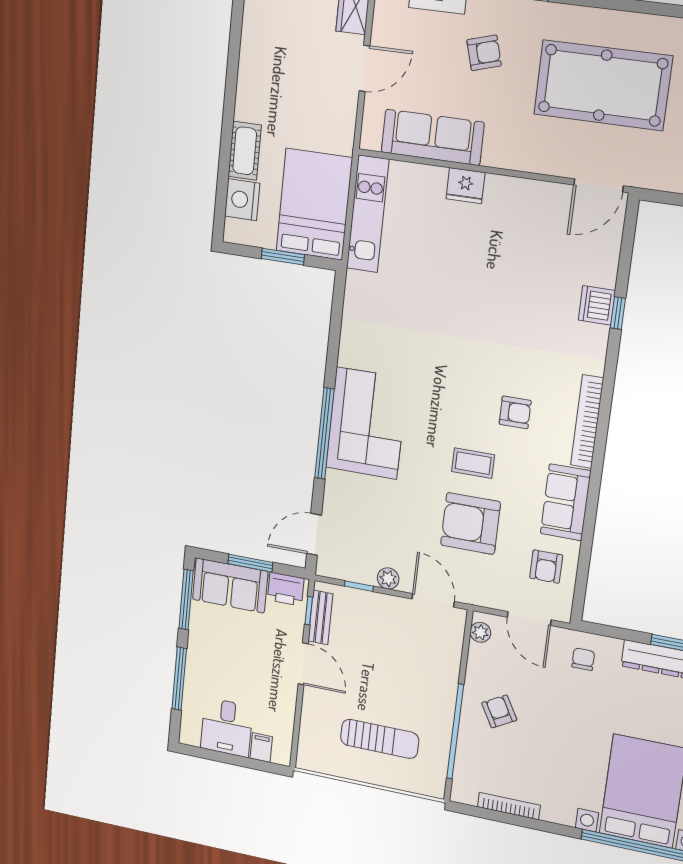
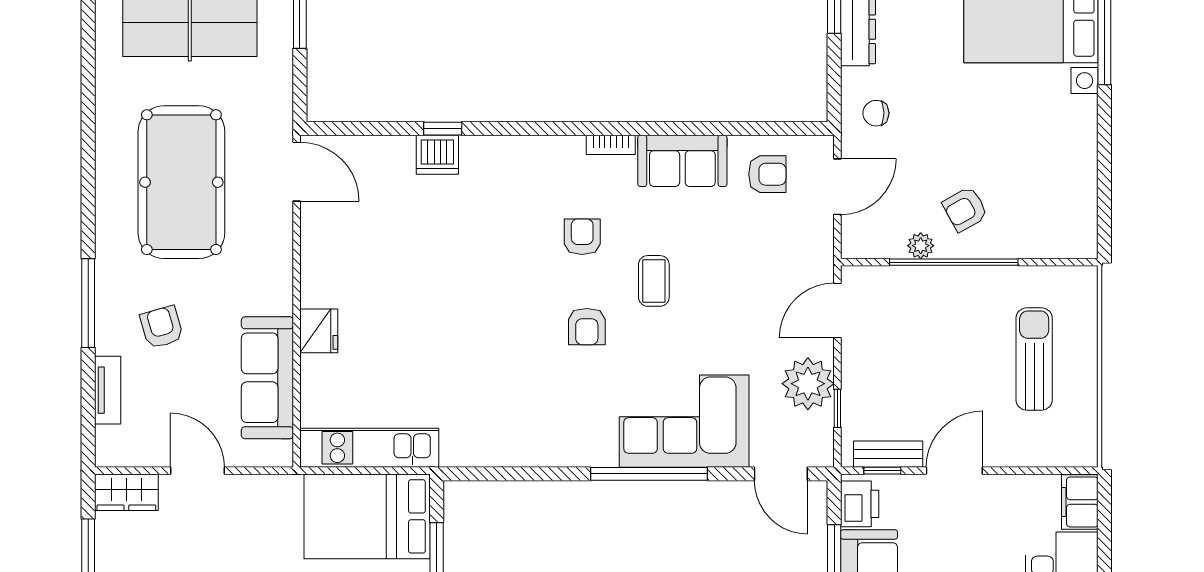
bookcase: (587, 422) -> (611, 145), width x0.43, depth x0.76
corner sofa: (366, 423) -> (684, 421), moved
armchair: (470, 524) -> (587, 327), moved, width x0.53, depth x0.53
plant: (388, 578) -> (808, 384), width x1.88, depth x1.88
plant: (480, 632) -> (921, 246), moved
window: (455, 731) -> (954, 262), moved
filing cabinet: (261, 748) -> (1080, 502), width x2.00
bookcase: (509, 806) -> (1088, 181), removed

